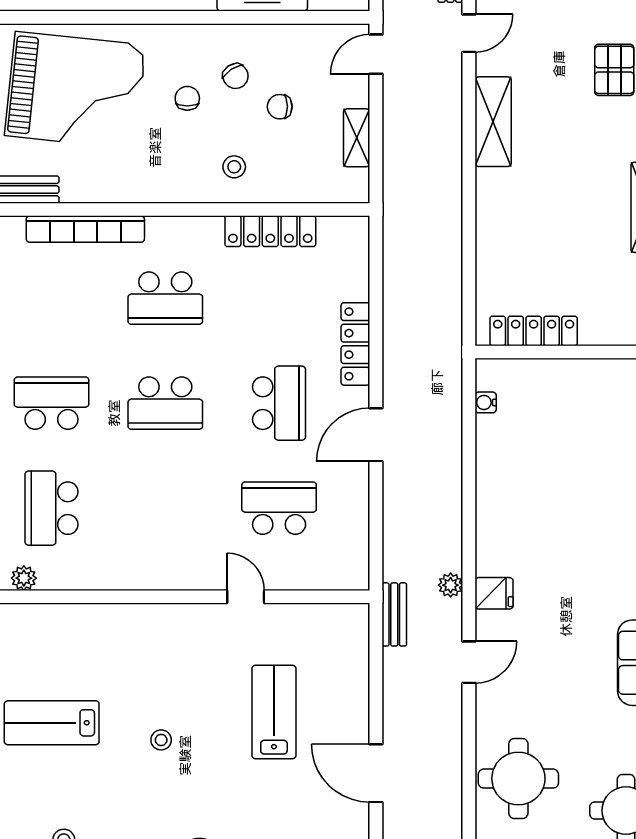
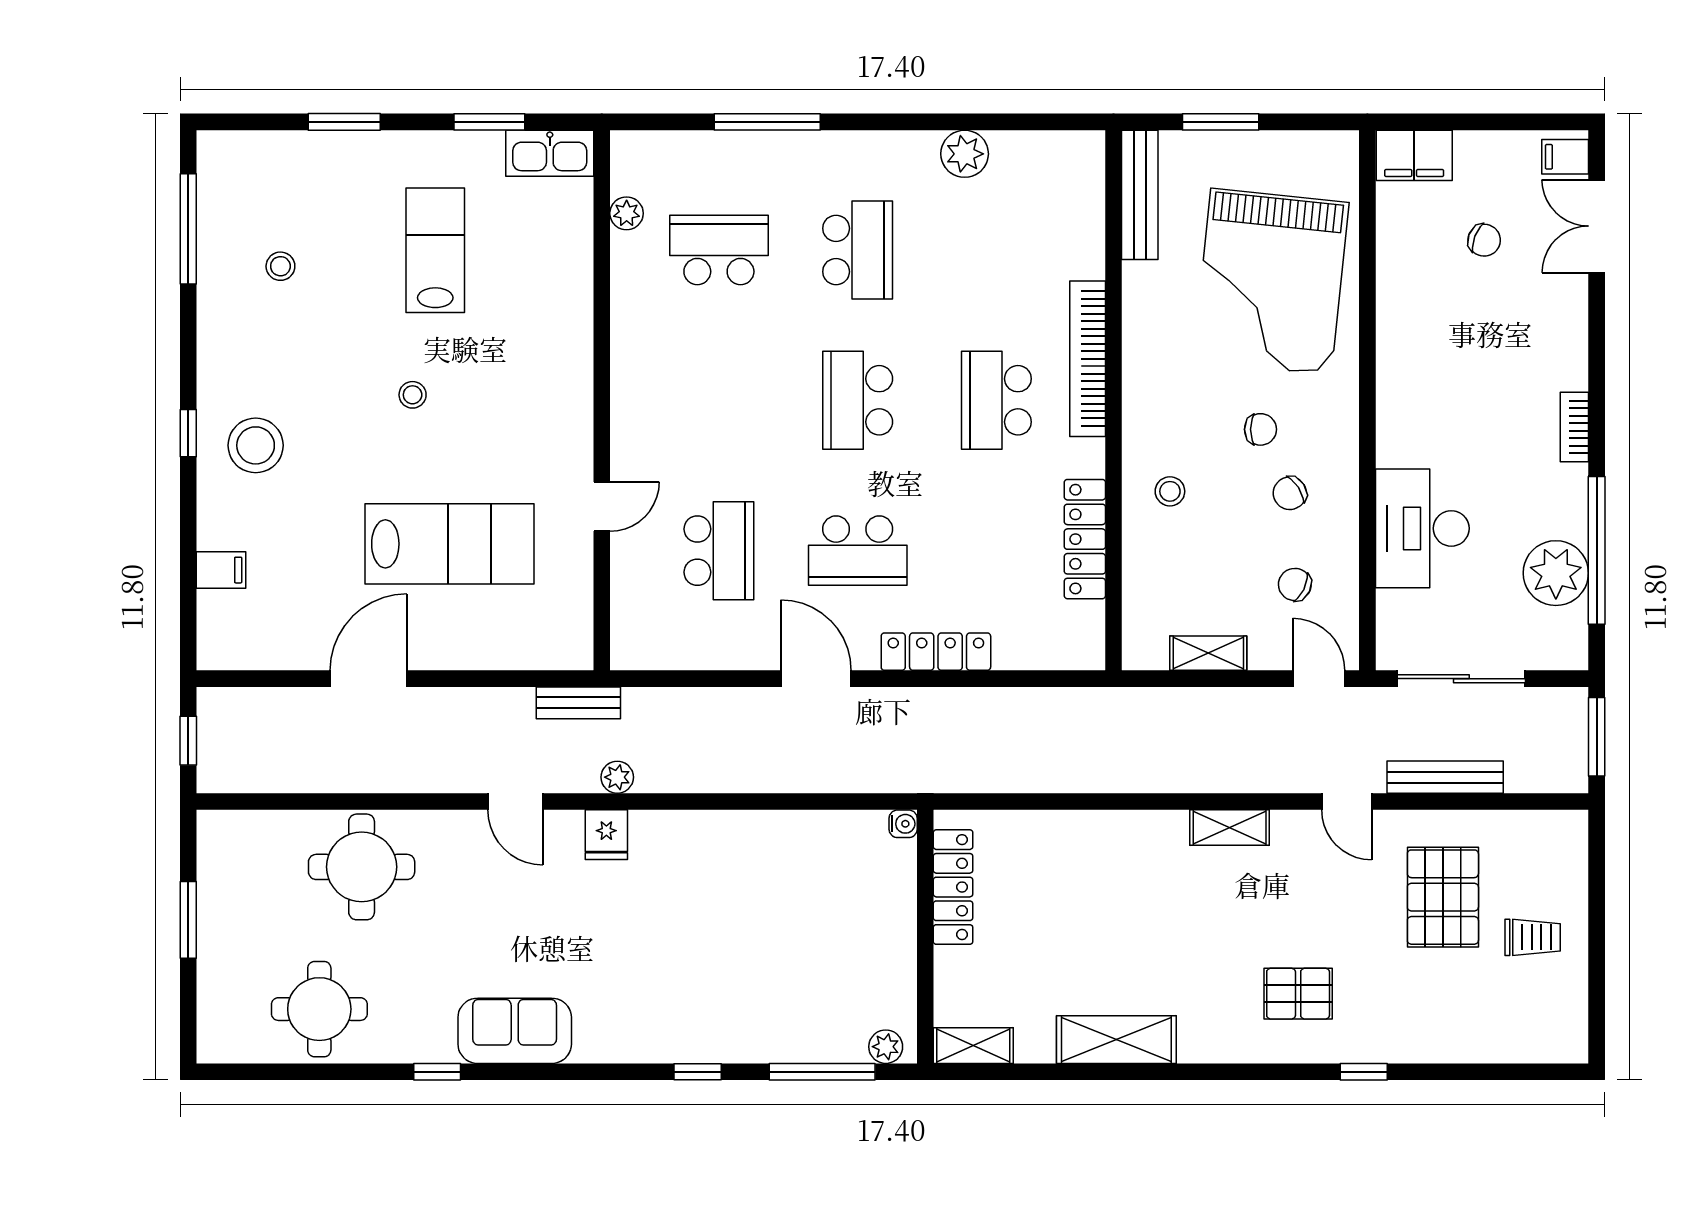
chair: (280, 107) -> (1295, 584), moved, turned -64
shelving: (493, 122) -> (1230, 828), width x0.67, depth x0.75
bookcase: (85, 229) -> (1088, 359), moved
water cooler: (486, 402) -> (903, 824), moved, turned 90
lab bench: (274, 712) -> (450, 544), width x1.36, depth x1.39

